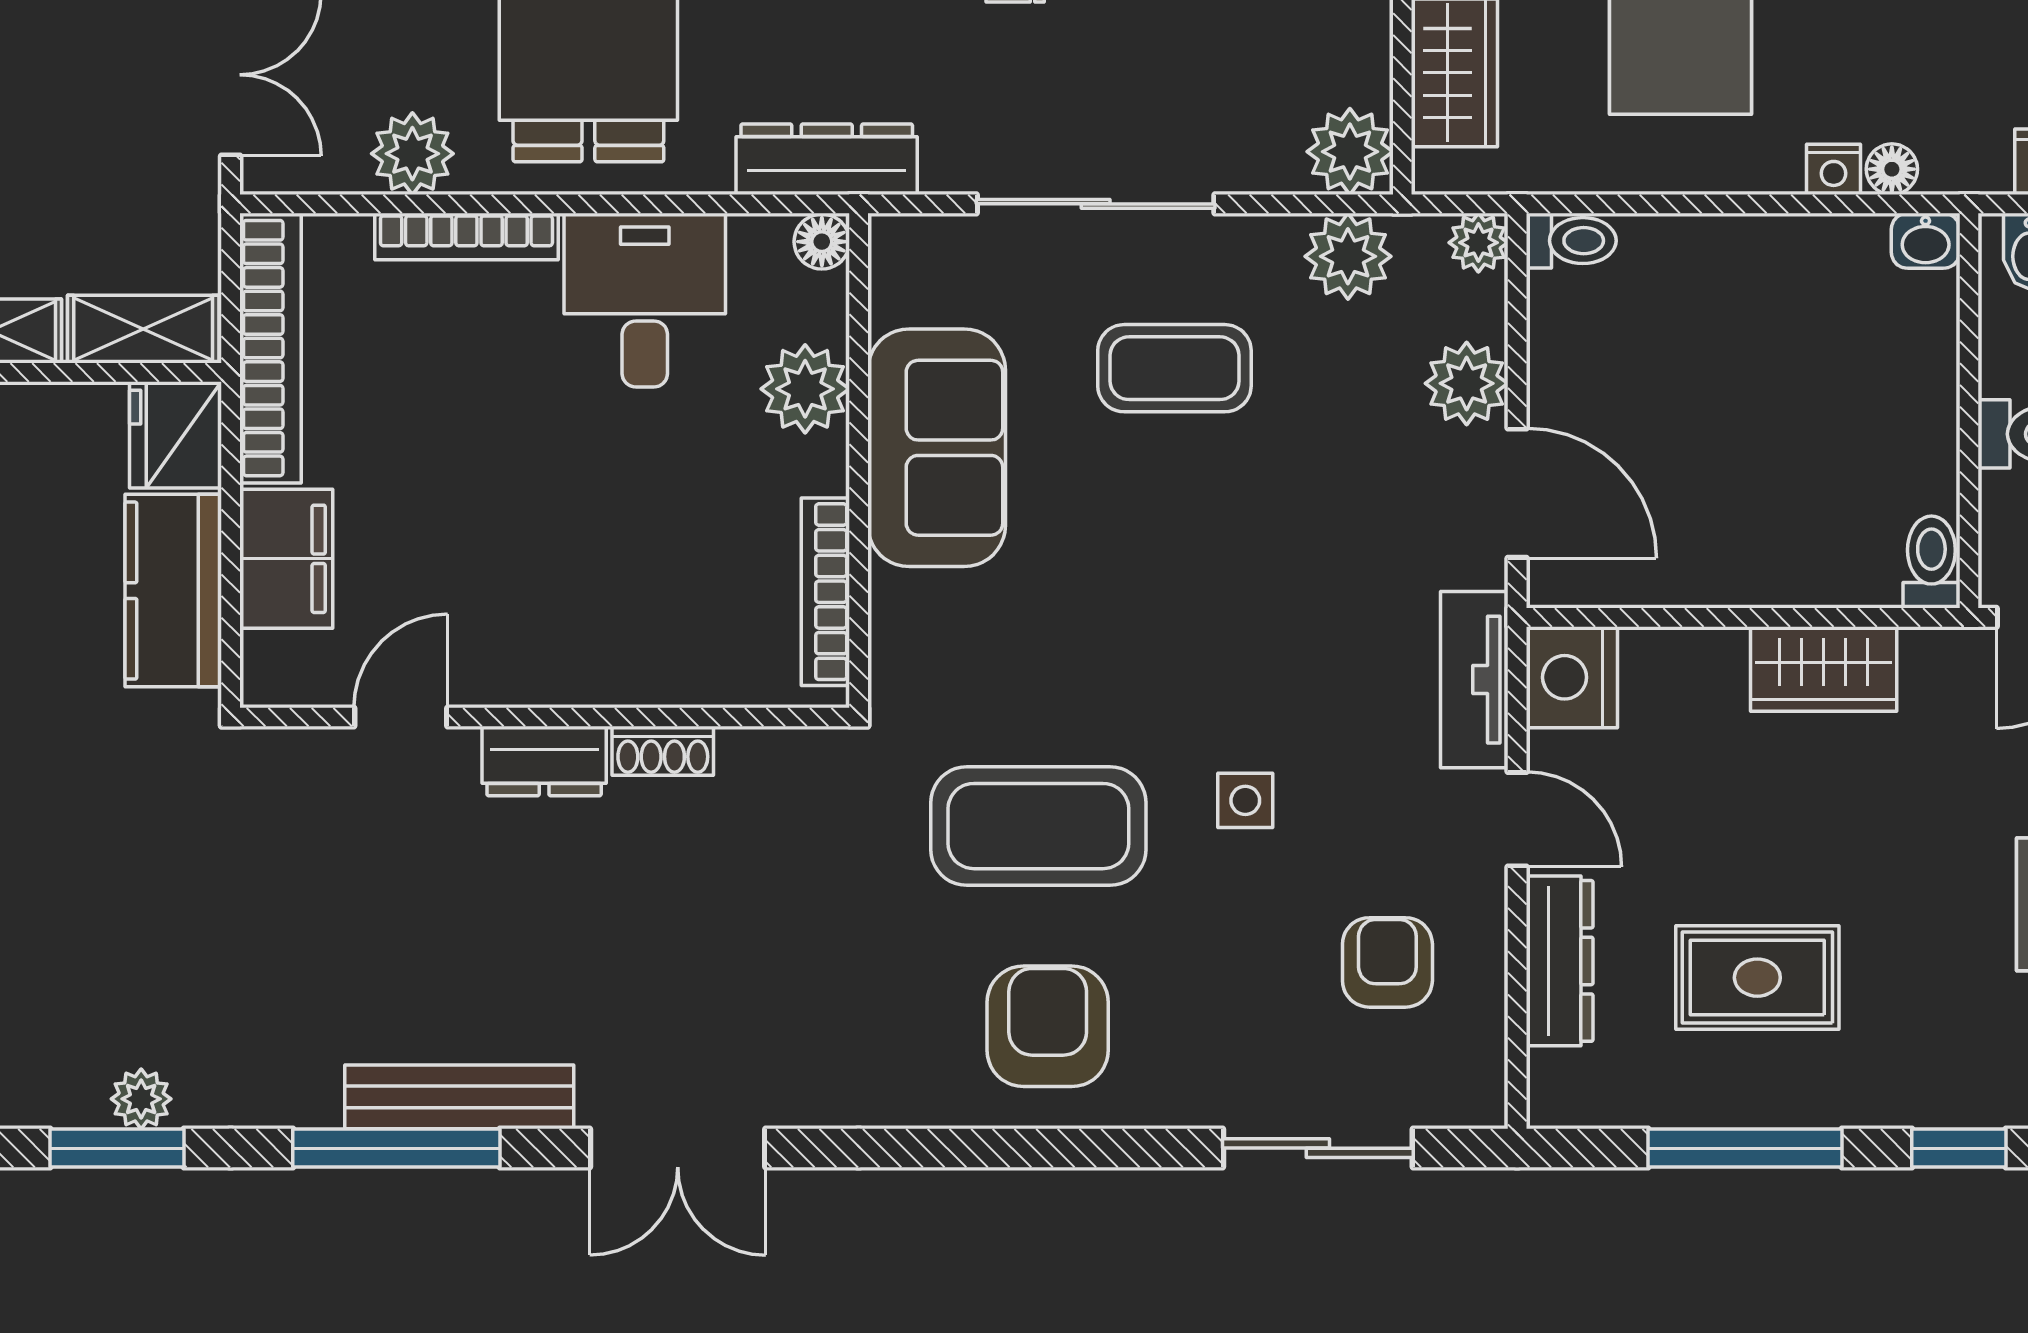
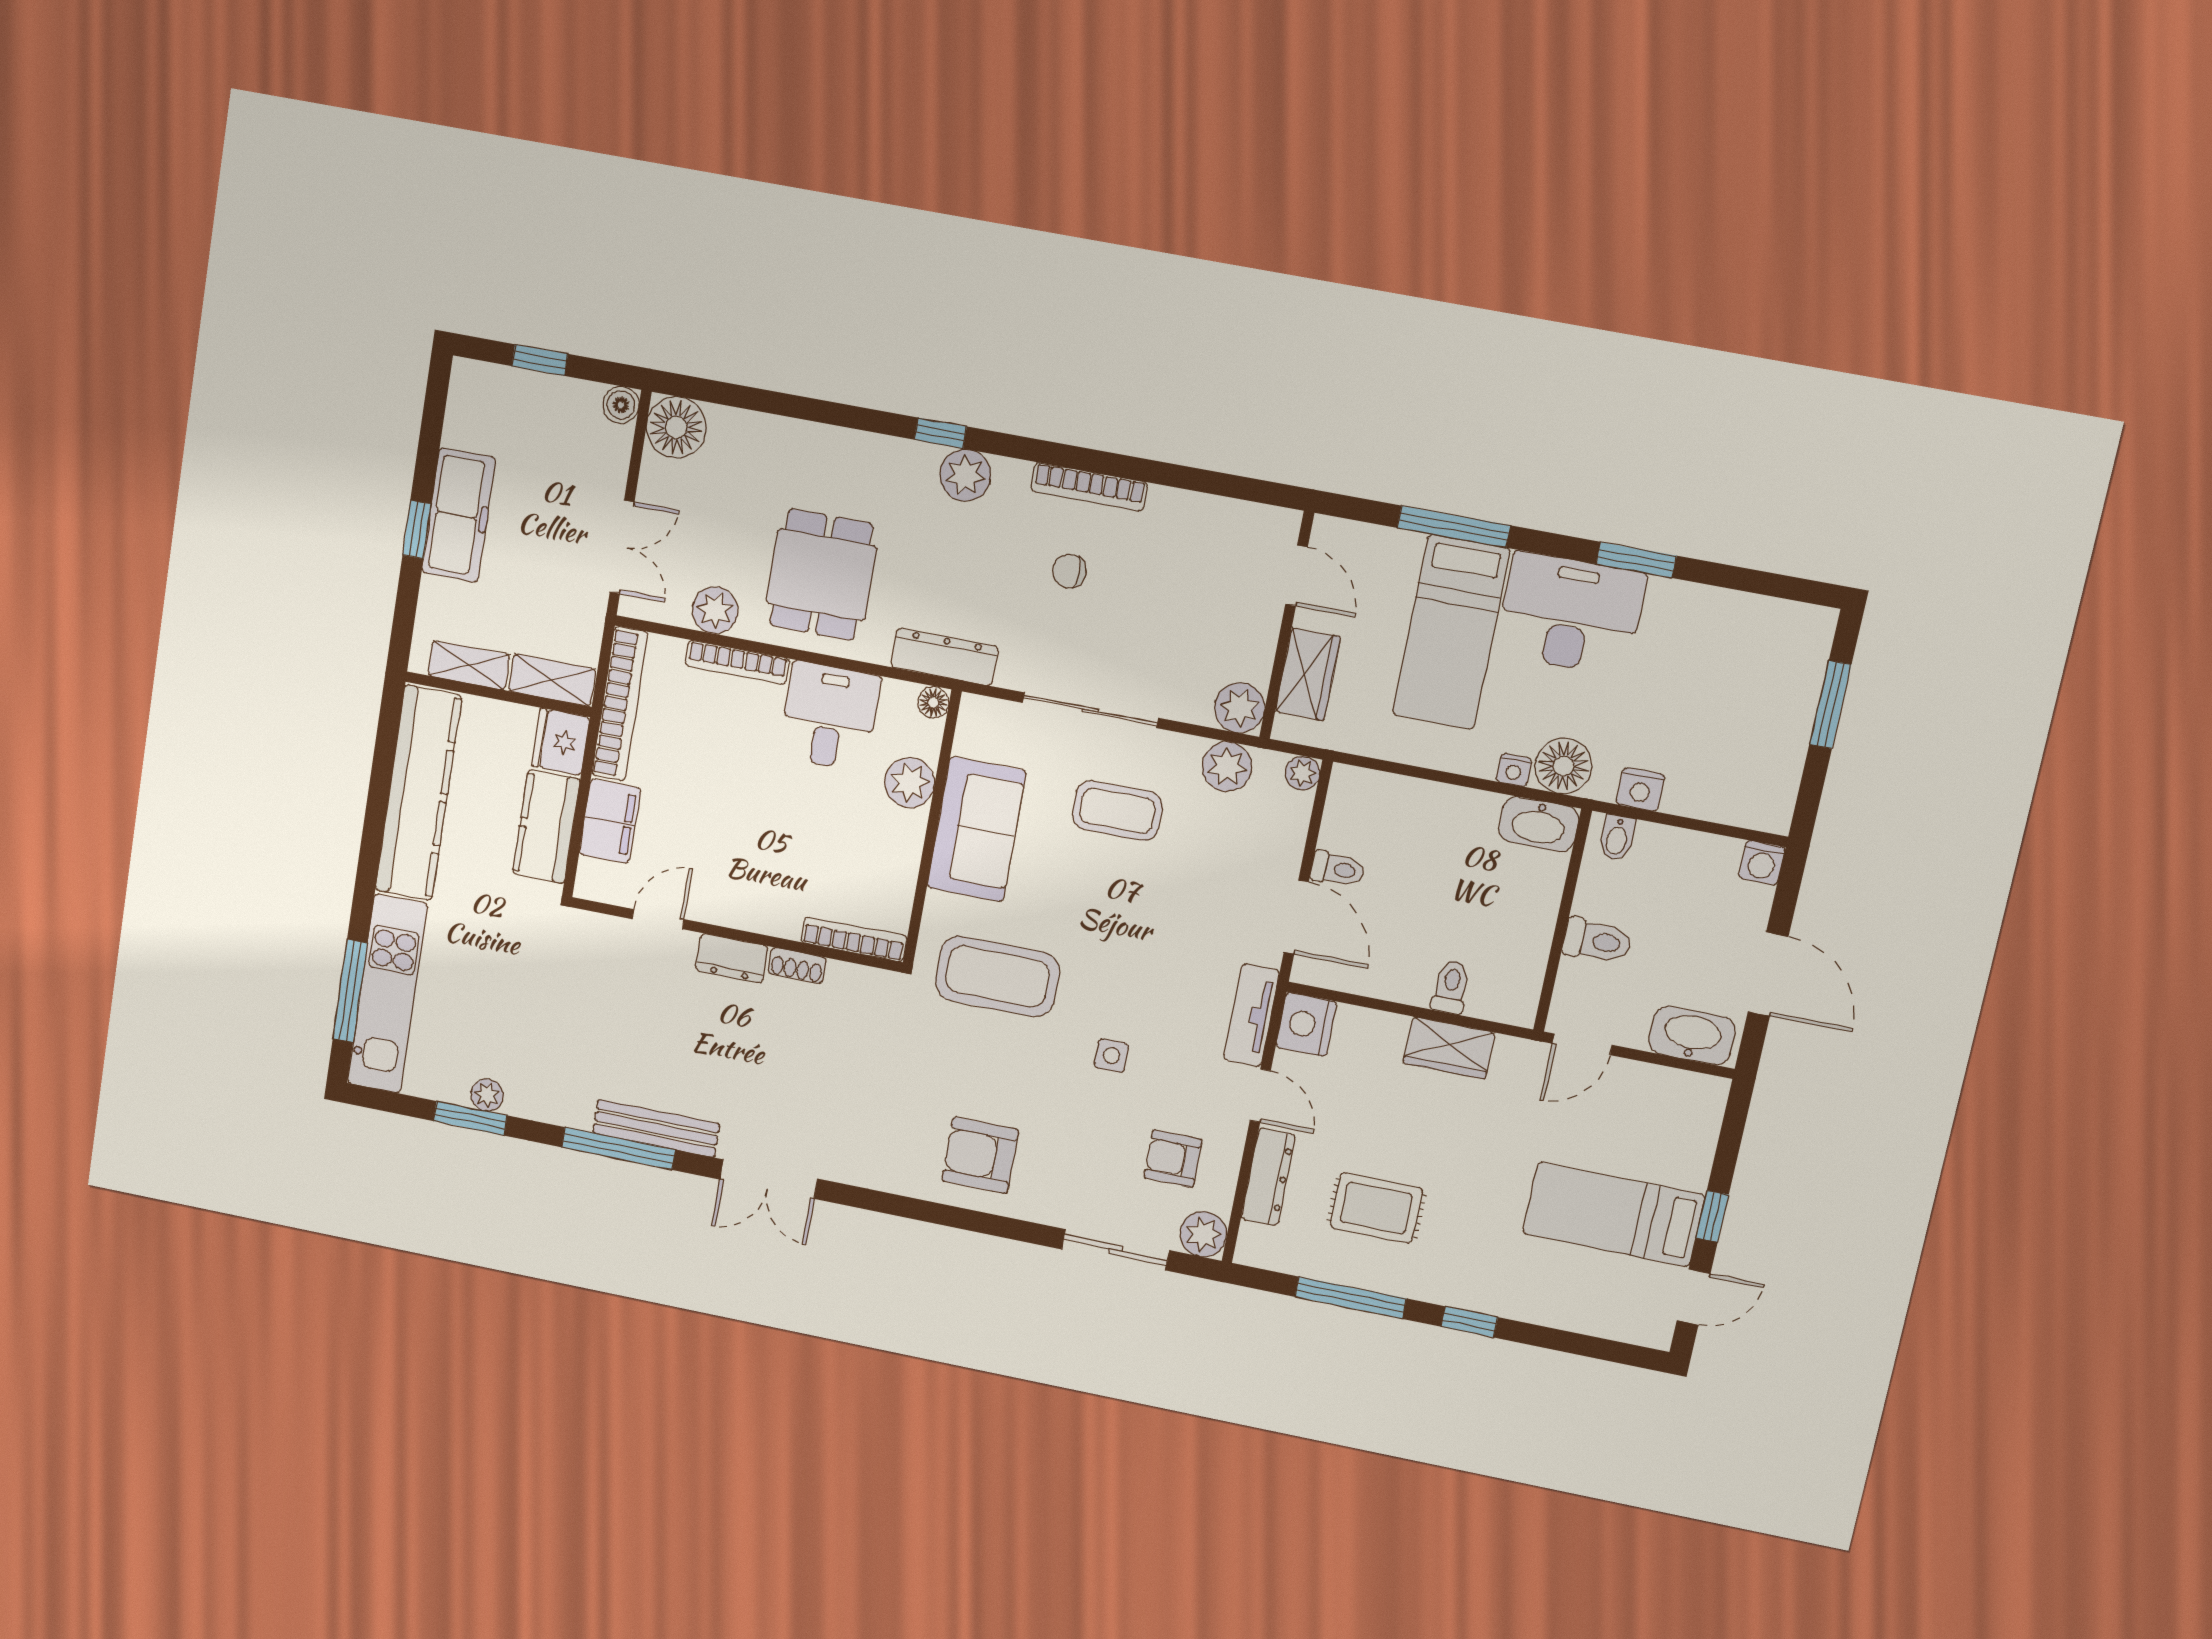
floor lamp: (1892, 169) -> (1563, 766), width x1.89, depth x1.89
toilet: (1571, 241) -> (1338, 869), moved
washbasin: (1926, 241) -> (1539, 824), width x1.91, depth x1.45
plant: (1467, 383) -> (1203, 1234), moved
toilet: (1931, 562) -> (1451, 987), moved
bookcase: (825, 592) -> (854, 939), moved, turned 90
coffee table: (1038, 826) -> (997, 976), moved
armchair: (1387, 962) -> (1173, 1159), turned -90
armchair: (1048, 1026) -> (980, 1155), turned -90

